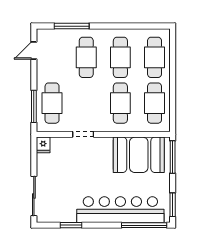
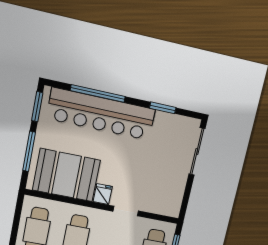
fridge: (43, 145) -> (103, 194), moved
window: (173, 157) -> (29, 151), moved
window: (144, 225) -> (98, 93), moved

